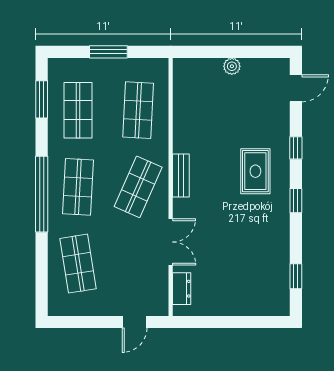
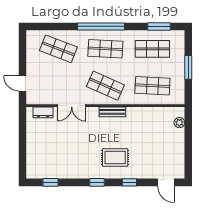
plant: (232, 66) -> (179, 123), moved
shop shelf: (78, 264) -> (58, 49), turned 30

